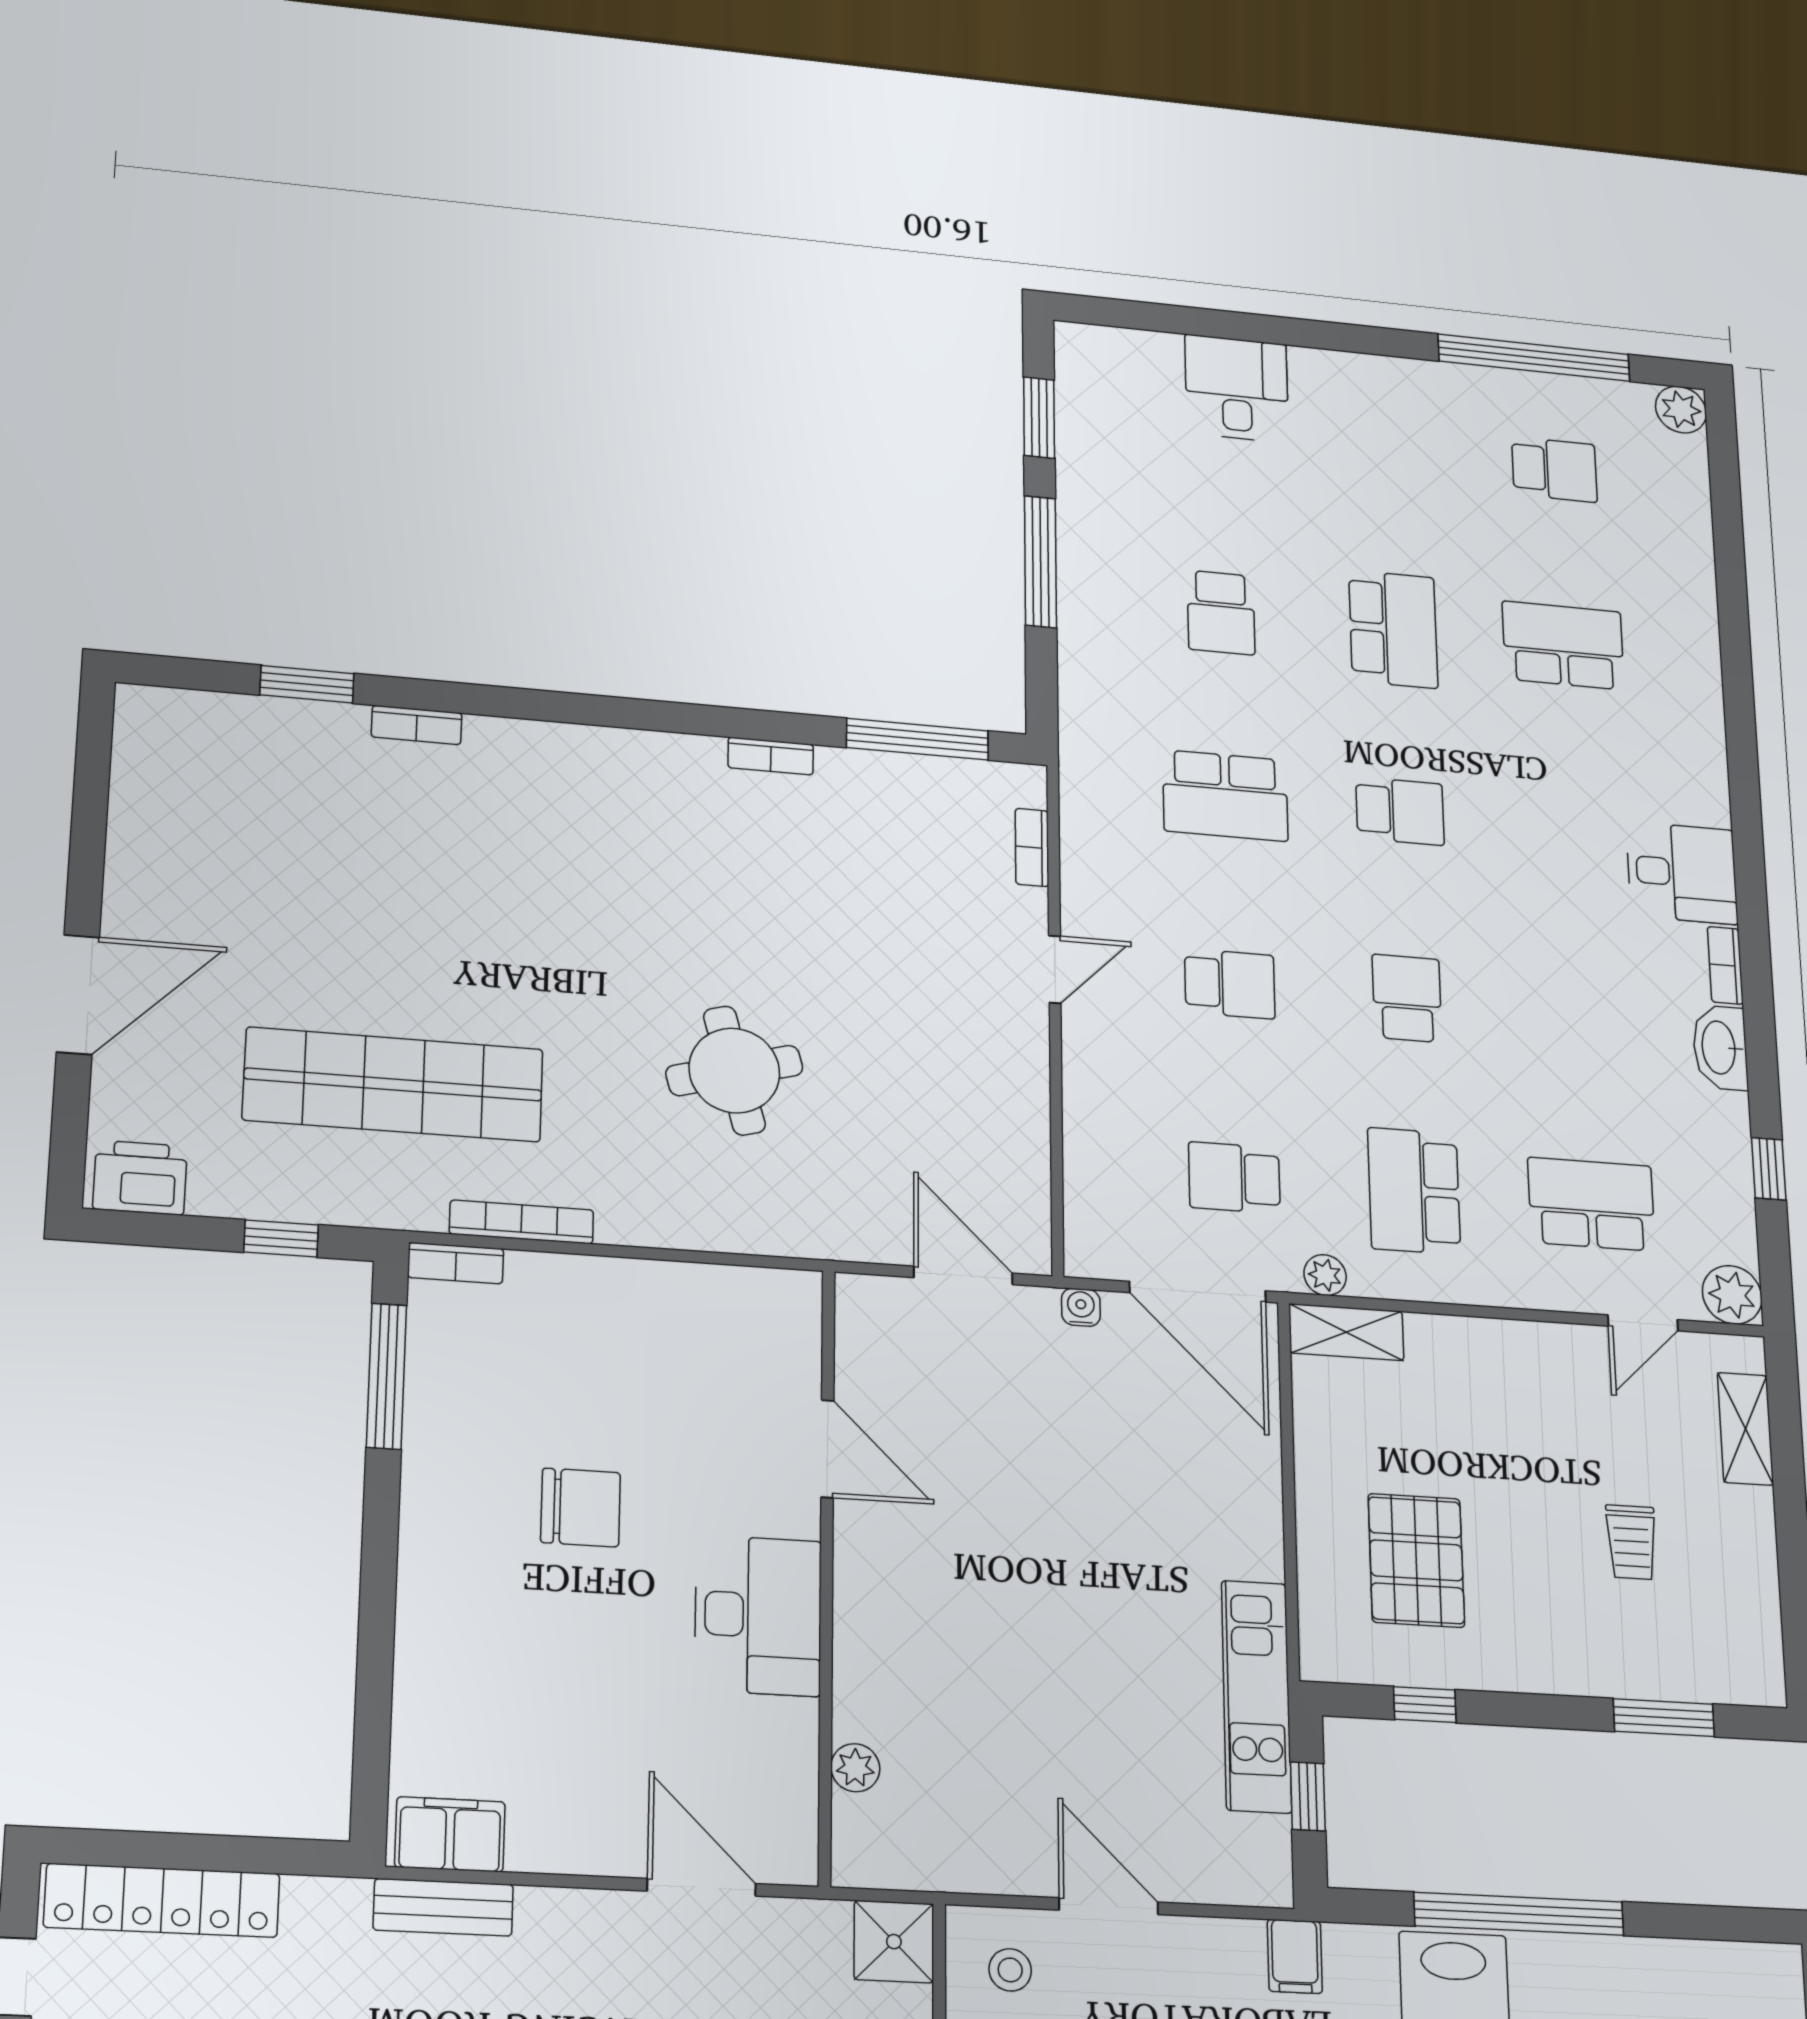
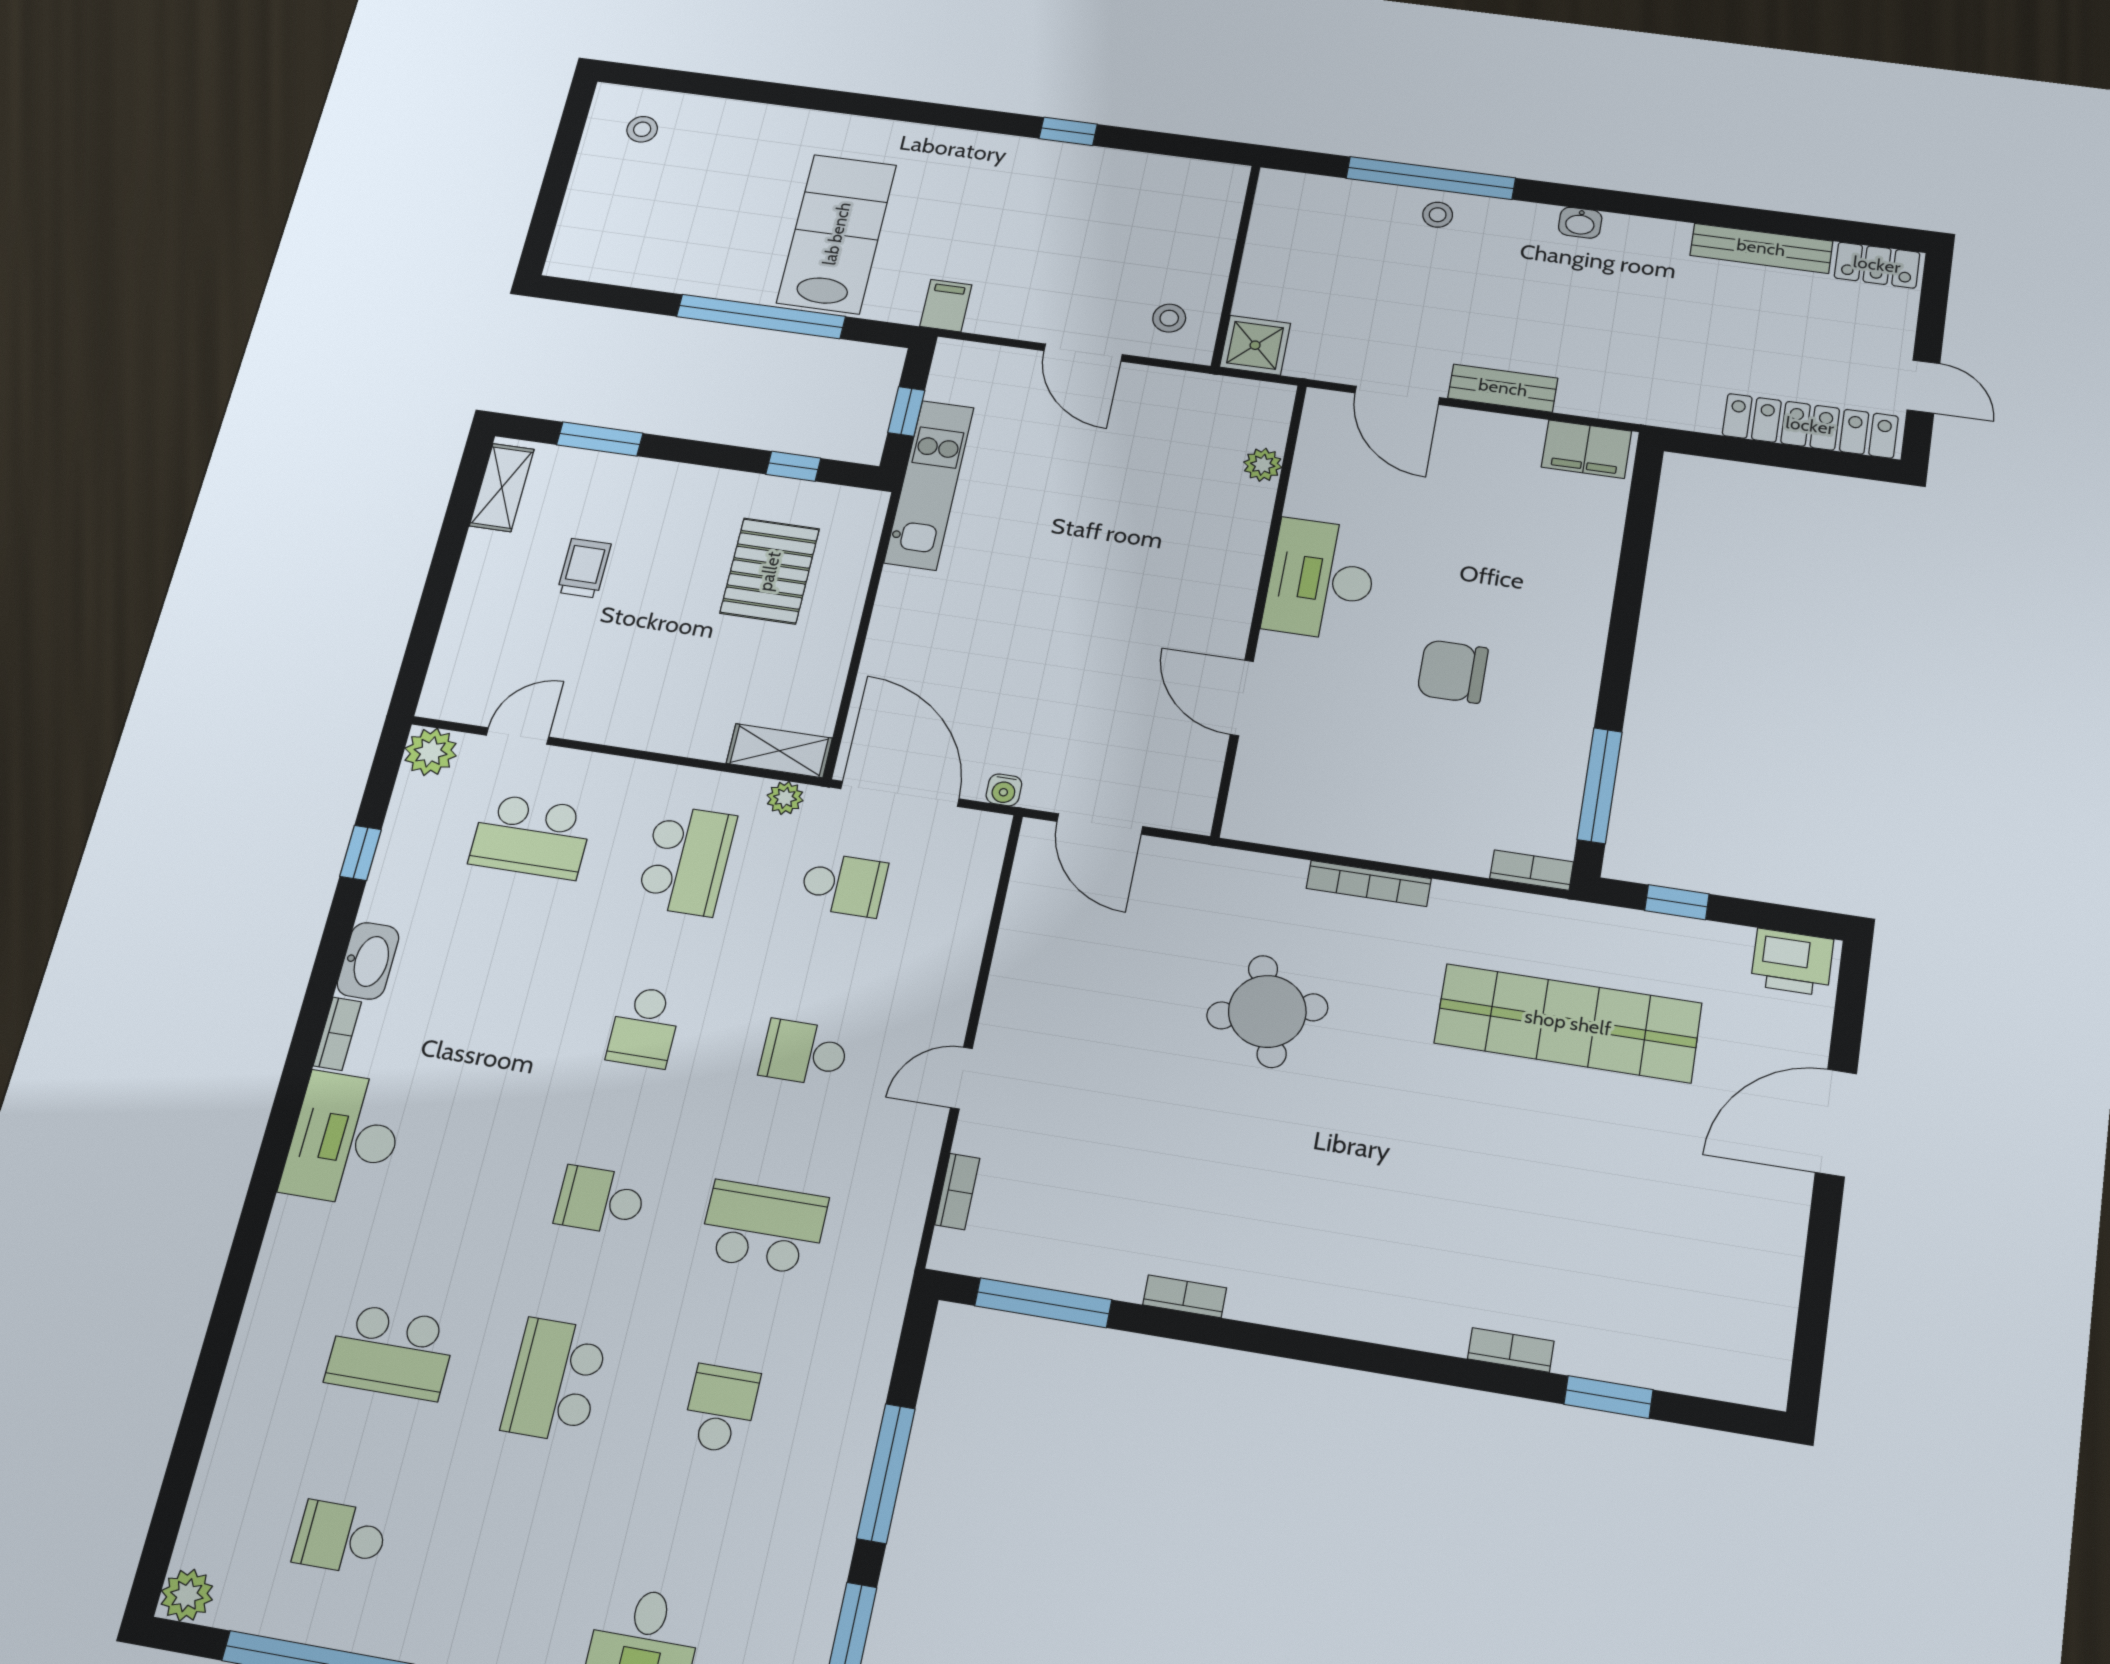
desk: (1682, 873) -> (344, 1139), width x1.37
bookcase: (522, 1222) -> (1369, 883), moved
shelving: (1745, 1429) -> (502, 487), moved
bench: (443, 1907) -> (1503, 388), moved

